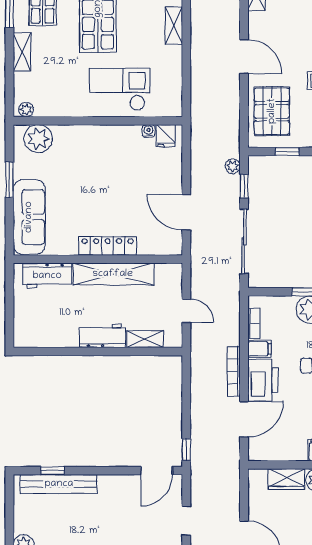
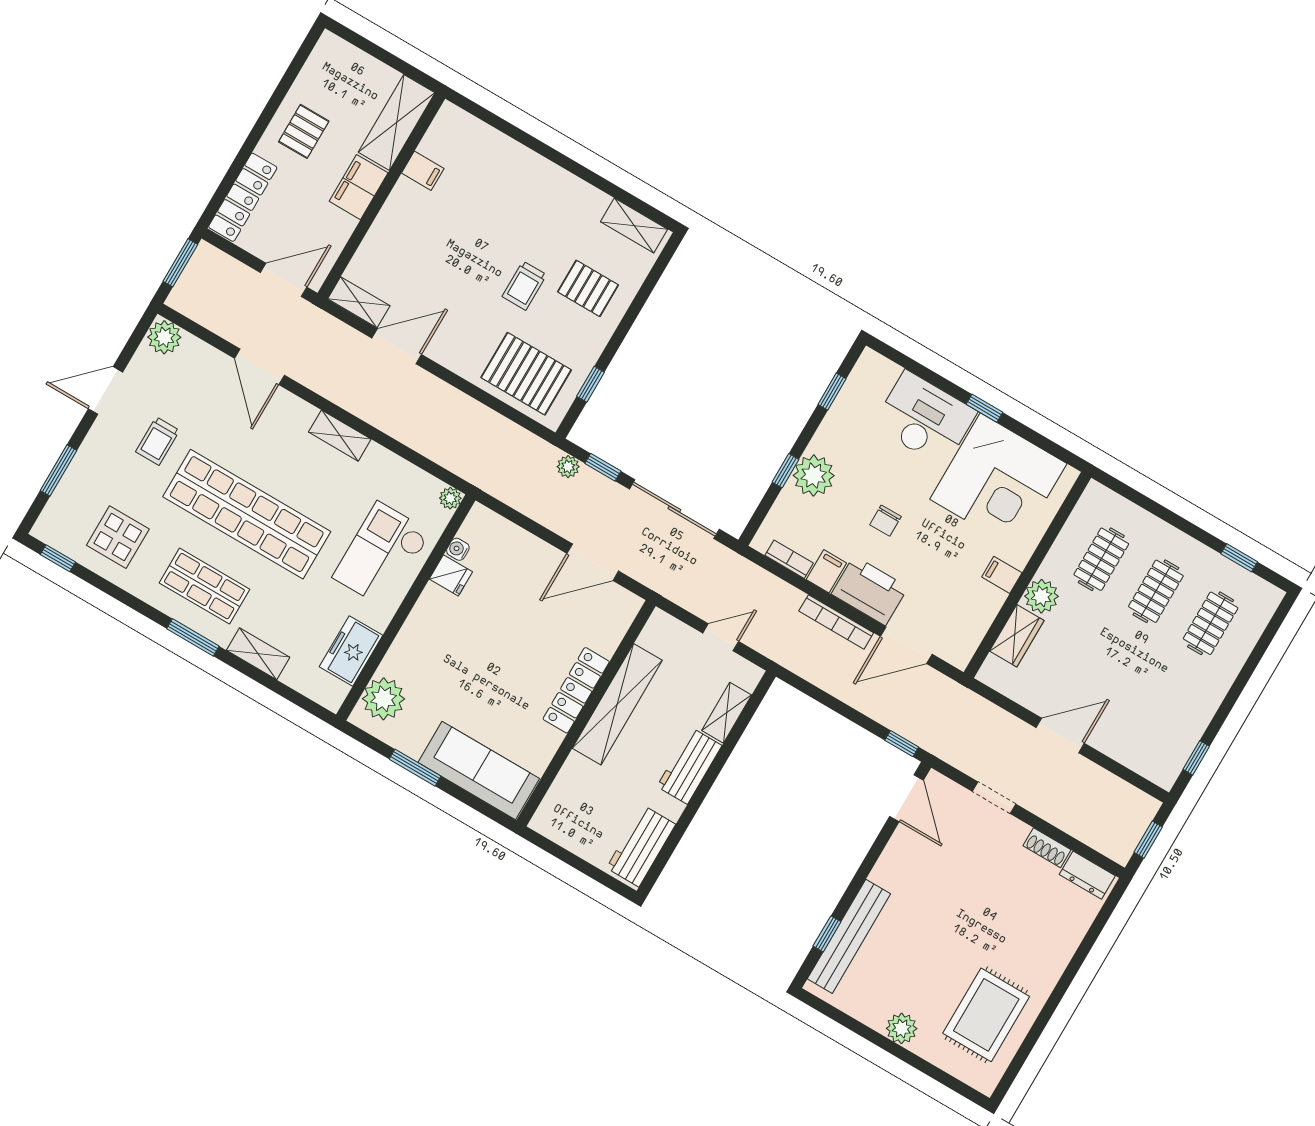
door: (244, 57) -> (397, 346), moved
freezer: (55, 104) -> (351, 651), added
plant: (26, 110) -> (450, 498), moved
fridge: (166, 136) -> (451, 575), moved
workbench: (47, 276) -> (641, 846), moved, turned 180
door: (244, 419) -> (906, 645), swing flipped

